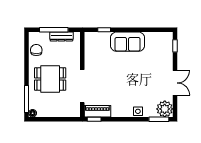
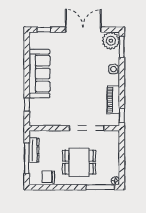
sofa: (128, 42) -> (39, 74), width x1.36
dining table: (50, 79) -> (79, 162), turned 90
double door: (175, 83) -> (83, 30), width x1.37
piano: (97, 111) -> (113, 100), moved

